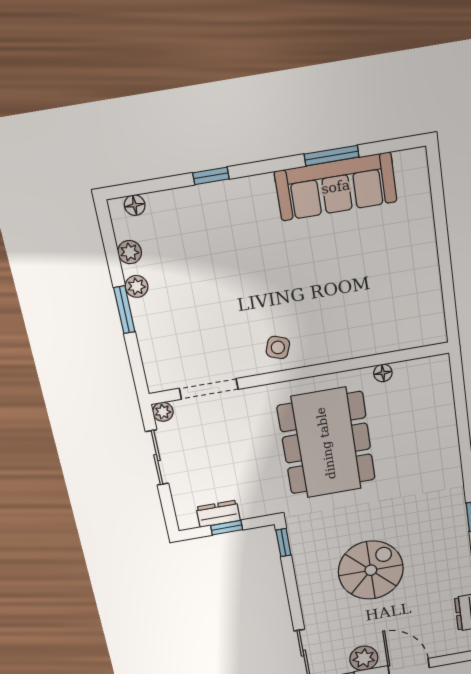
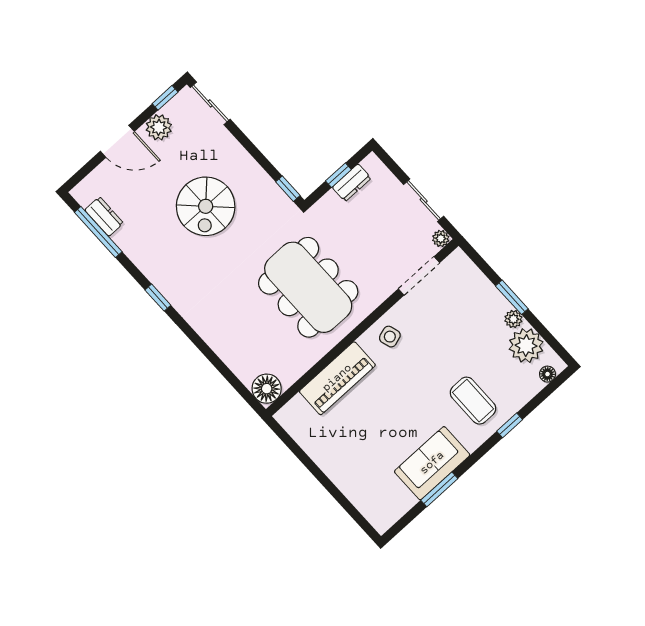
sofa: (336, 187) -> (432, 463), width x0.73
coffee table: (234, 228) -> (473, 401), added
plant: (130, 252) -> (526, 346), width x1.88, depth x1.88
piano: (358, 339) -> (337, 378), added
side table: (278, 347) -> (390, 337), turned -38
floor lamp: (383, 373) -> (267, 389), moved, width x1.89, depth x1.89

